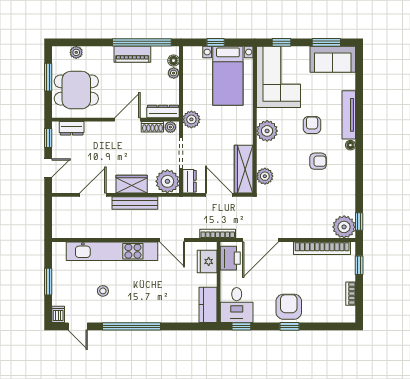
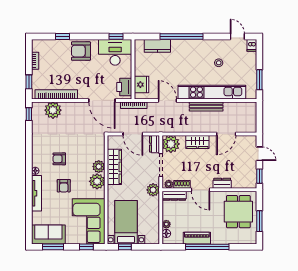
window: (142, 42) -> (207, 247), moved
window: (216, 42) -> (125, 247), moved
plant: (76, 52) -> (238, 240), removed
dining table: (76, 90) -> (238, 212), turned 90
door: (127, 120) -> (201, 190), hinge flipped
dresser: (72, 128) -> (222, 183), moved
door: (48, 168) -> (259, 154), swing flipped
wardrobe: (244, 169) -> (114, 167), moved
plant: (265, 176) -> (99, 167), moved
bench: (135, 203) -> (206, 107), moved
plant: (344, 227) -> (53, 110), moved
door: (260, 240) -> (102, 100), swing flipped
window: (48, 282) -> (259, 80), moved
kitchen counter: (208, 305) -> (157, 46), moved, turned 90
desk: (237, 305) -> (115, 52), width x1.37
armchair: (289, 307) -> (81, 51), turned 90
window: (131, 326) -> (182, 37), moved
window: (289, 326) -> (62, 37), moved

